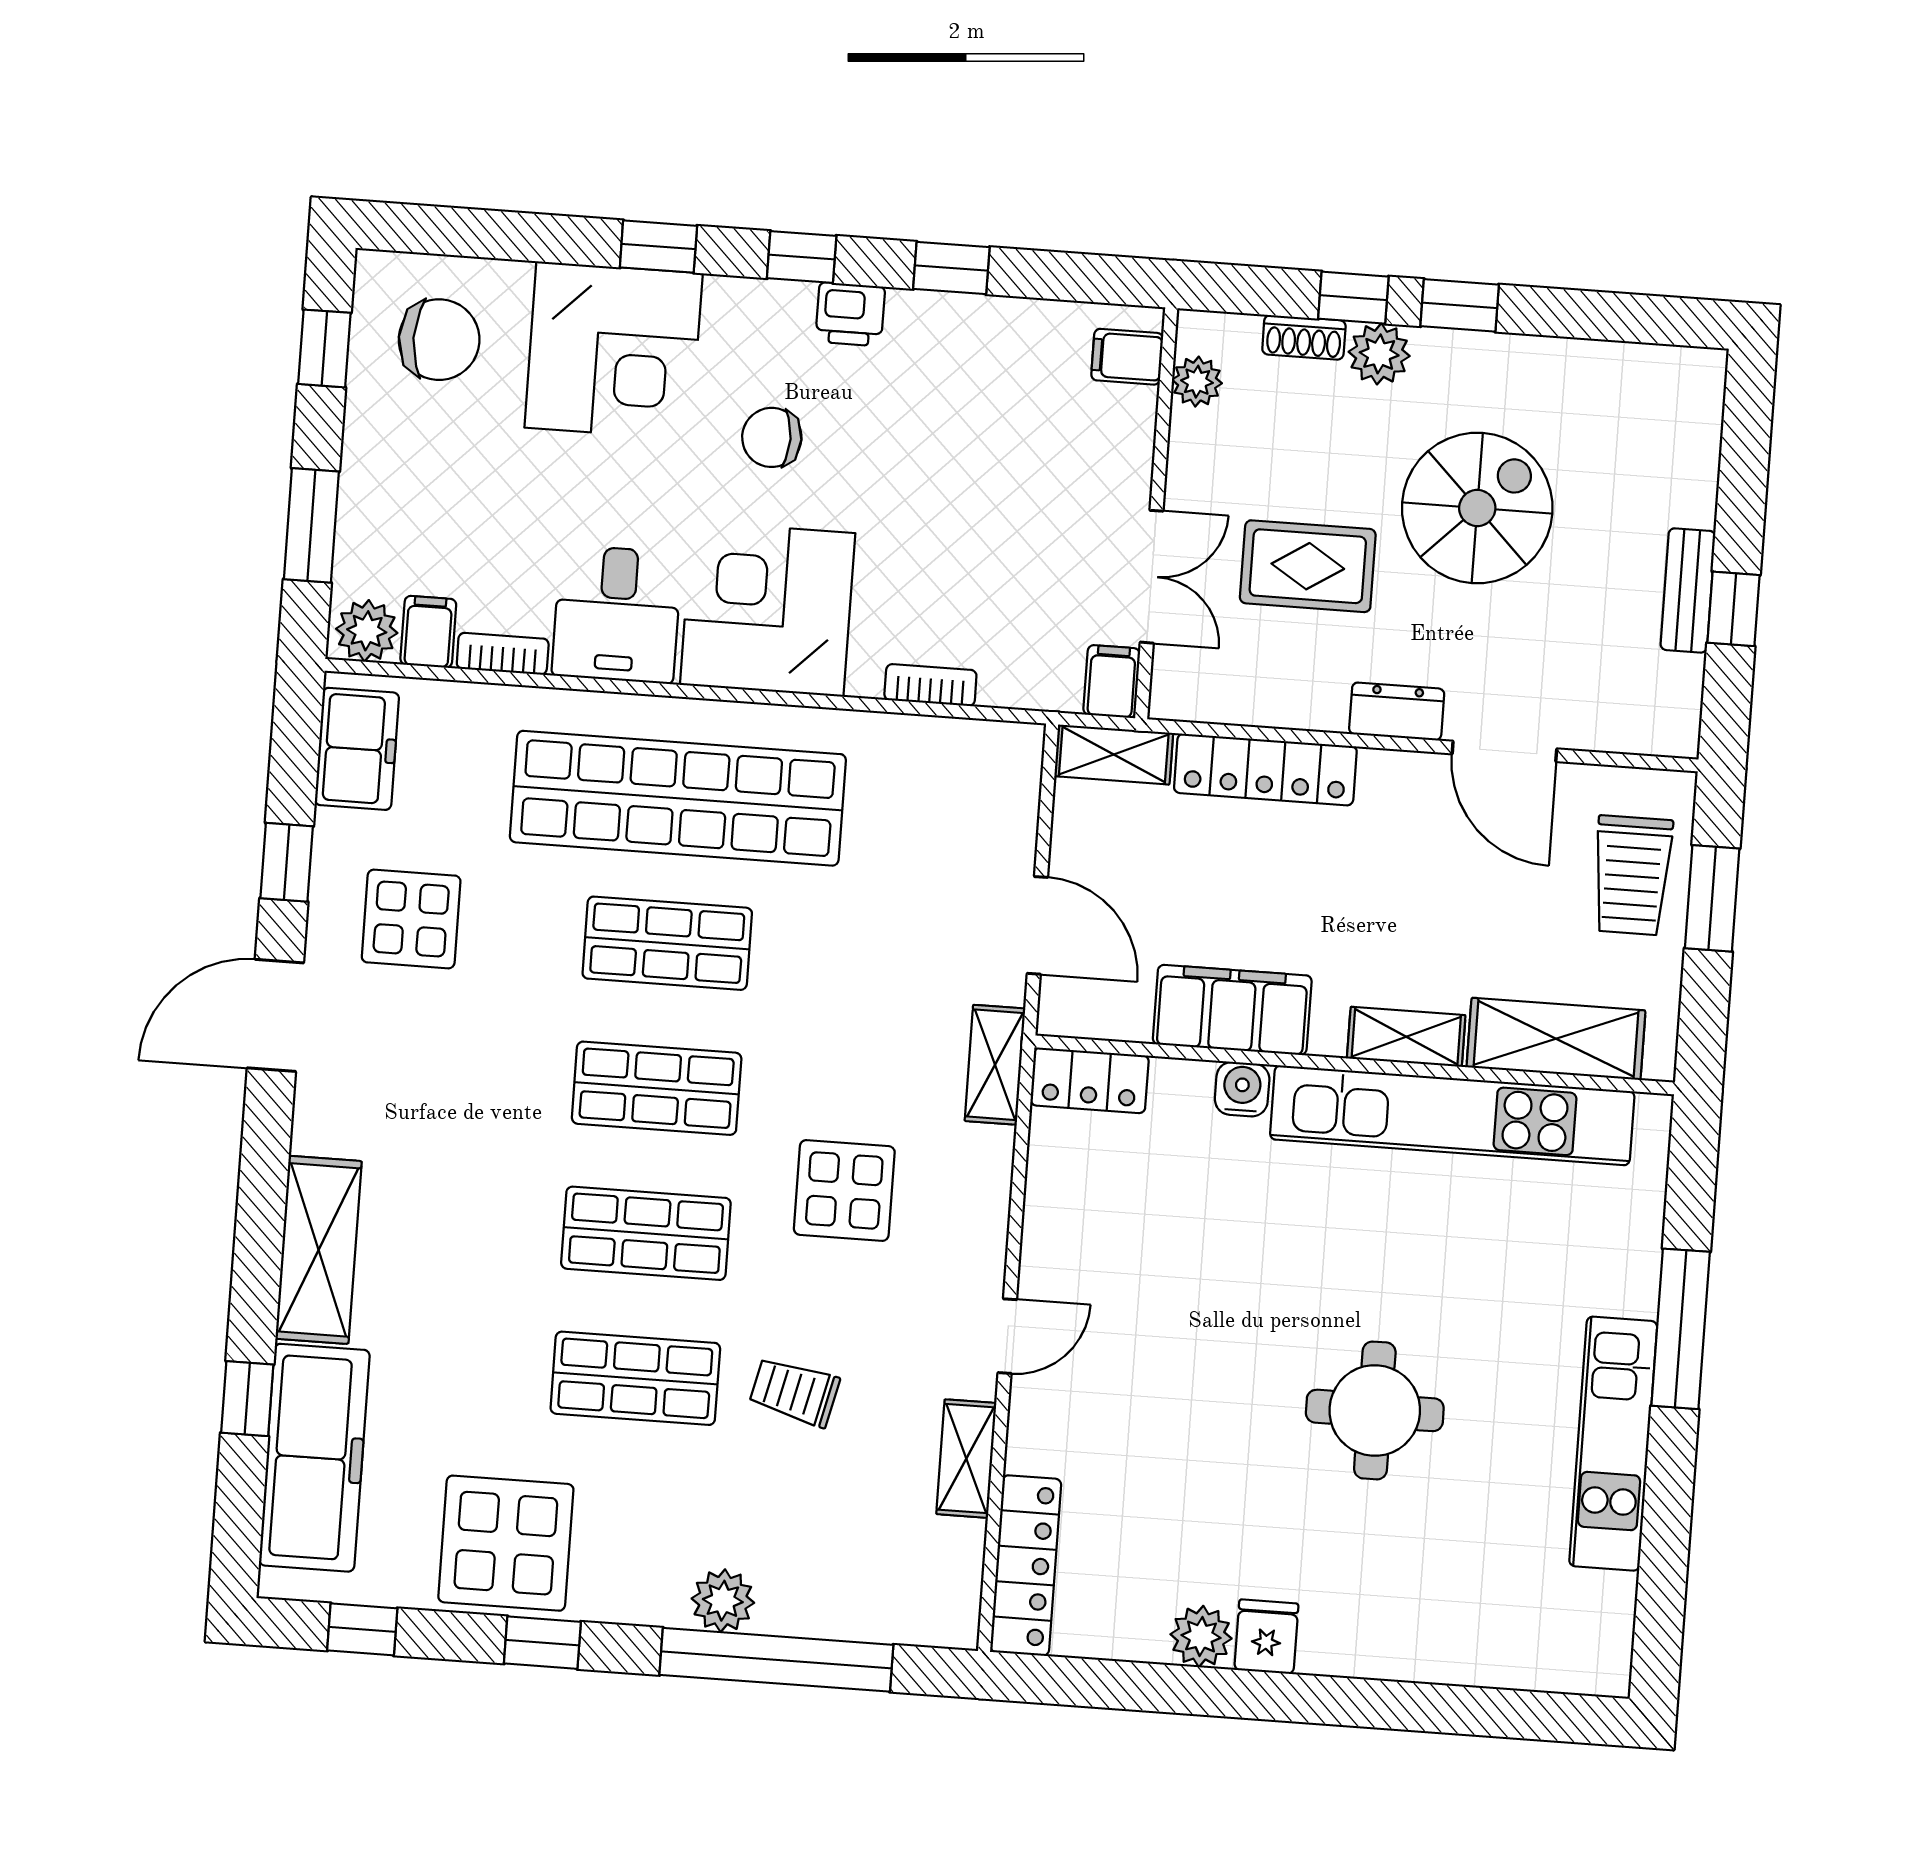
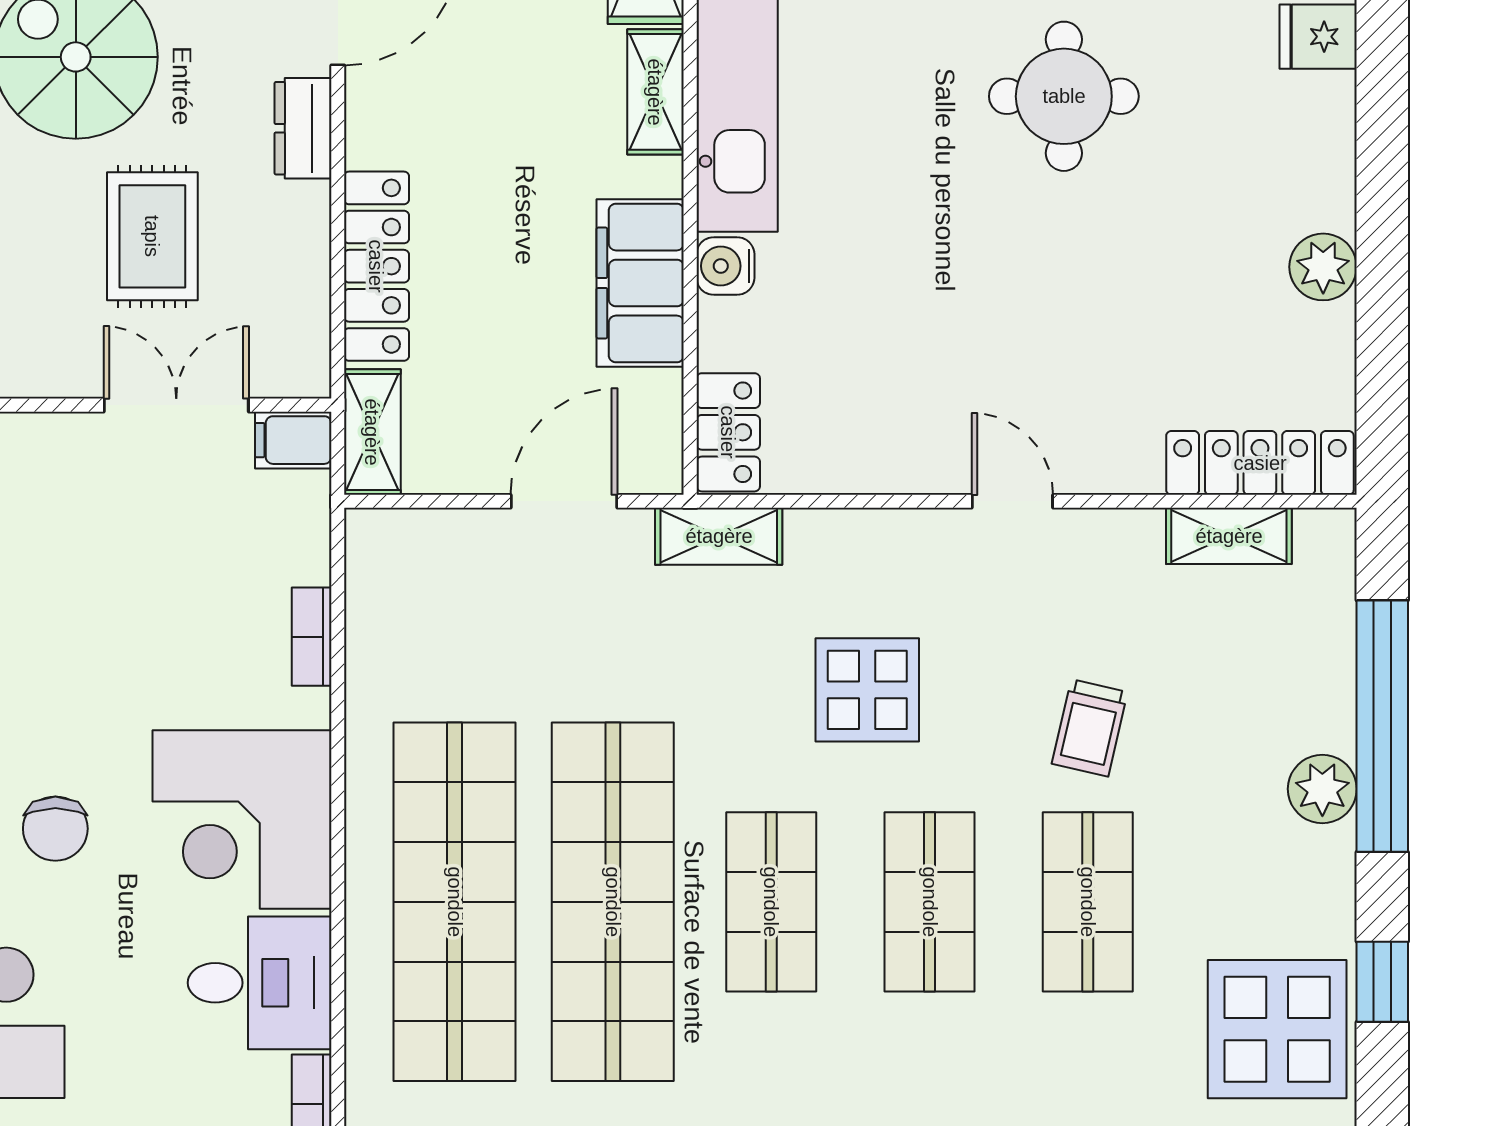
shop shelf: (667, 943) -> (613, 902), width x2.00, depth x1.36
shelving: (966, 1459) -> (1229, 536), moved
fridge: (1266, 1637) -> (1318, 37), moved

